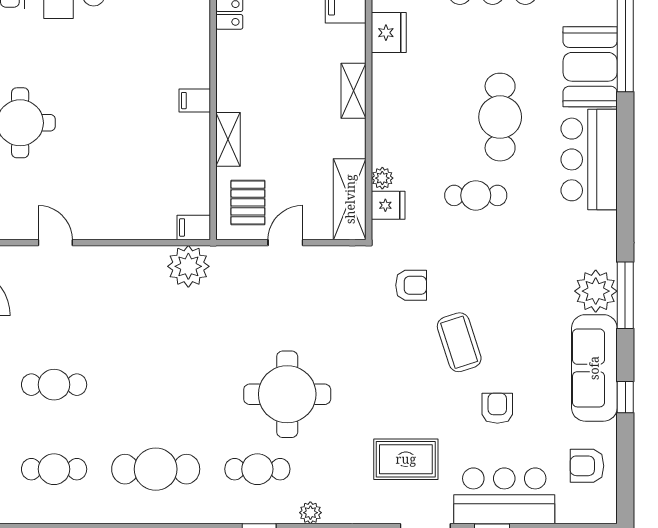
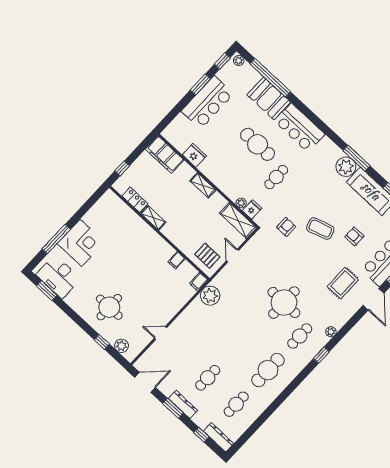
filing cabinet: (195, 101) -> (176, 260), moved
shelving: (228, 139) -> (153, 218), moved

